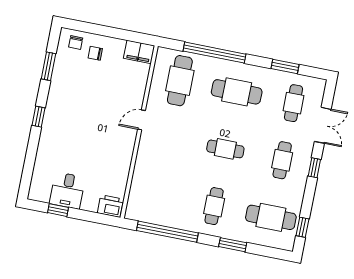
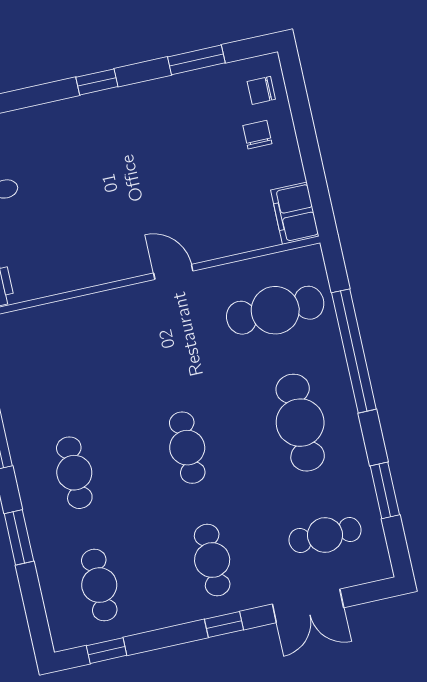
cafe table: (282, 160) -> (212, 560), turned 90
cafe table: (214, 206) -> (74, 473), turned 90
cafe table: (271, 217) -> (99, 585), width x0.73, depth x0.74

